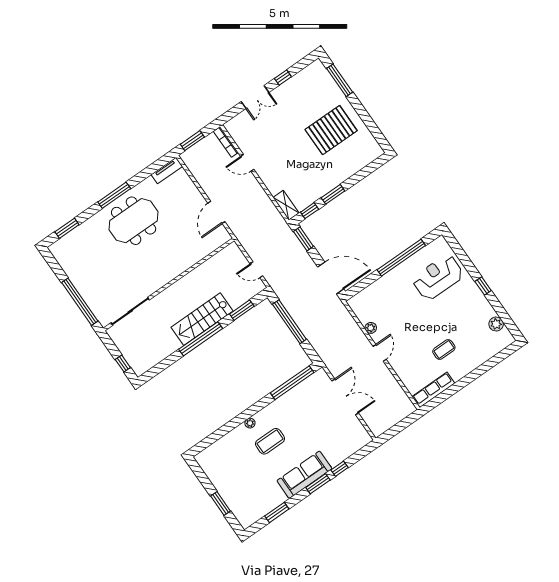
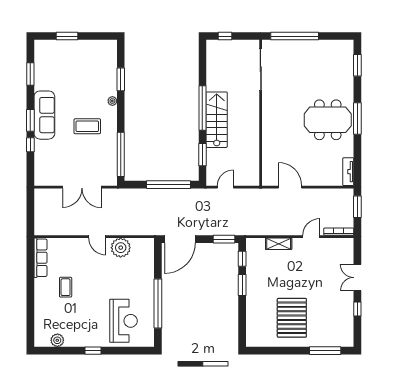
shelving: (286, 205) -> (279, 244), moved
meeting table: (134, 221) -> (328, 120), turned 90
plant: (371, 328) -> (121, 248), width x1.88, depth x1.88
window: (226, 429) -> (121, 79), added
coffee table: (270, 441) -> (87, 126), moved, turned 90

